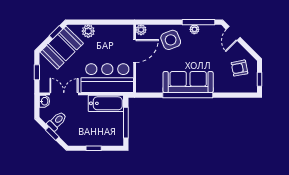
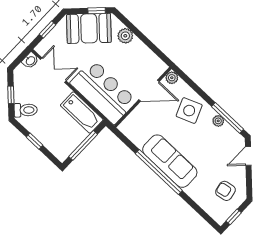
toilet: (57, 121) -> (26, 110), moved

